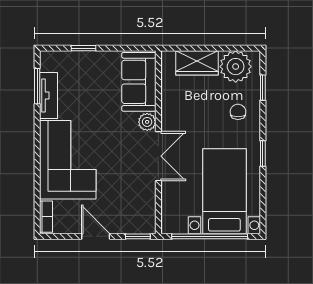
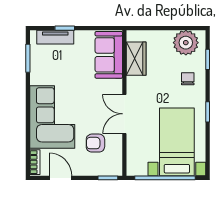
wardrobe: (197, 63) -> (136, 59), moved, turned -90
tv unit: (49, 96) -> (55, 37), moved, turned 90
plant: (147, 122) -> (115, 87), removed
double door: (158, 156) -> (124, 114), swing flipped
armchair: (122, 193) -> (95, 143), added
door: (96, 236) -> (60, 178), moved

